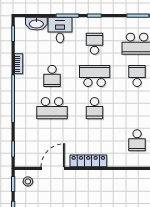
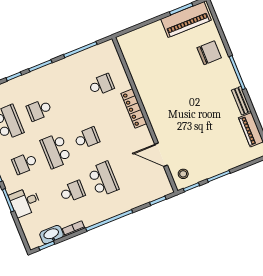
washbasin: (36, 24) -> (52, 235), moved, turned -90
locker: (88, 161) -> (134, 109), moved

